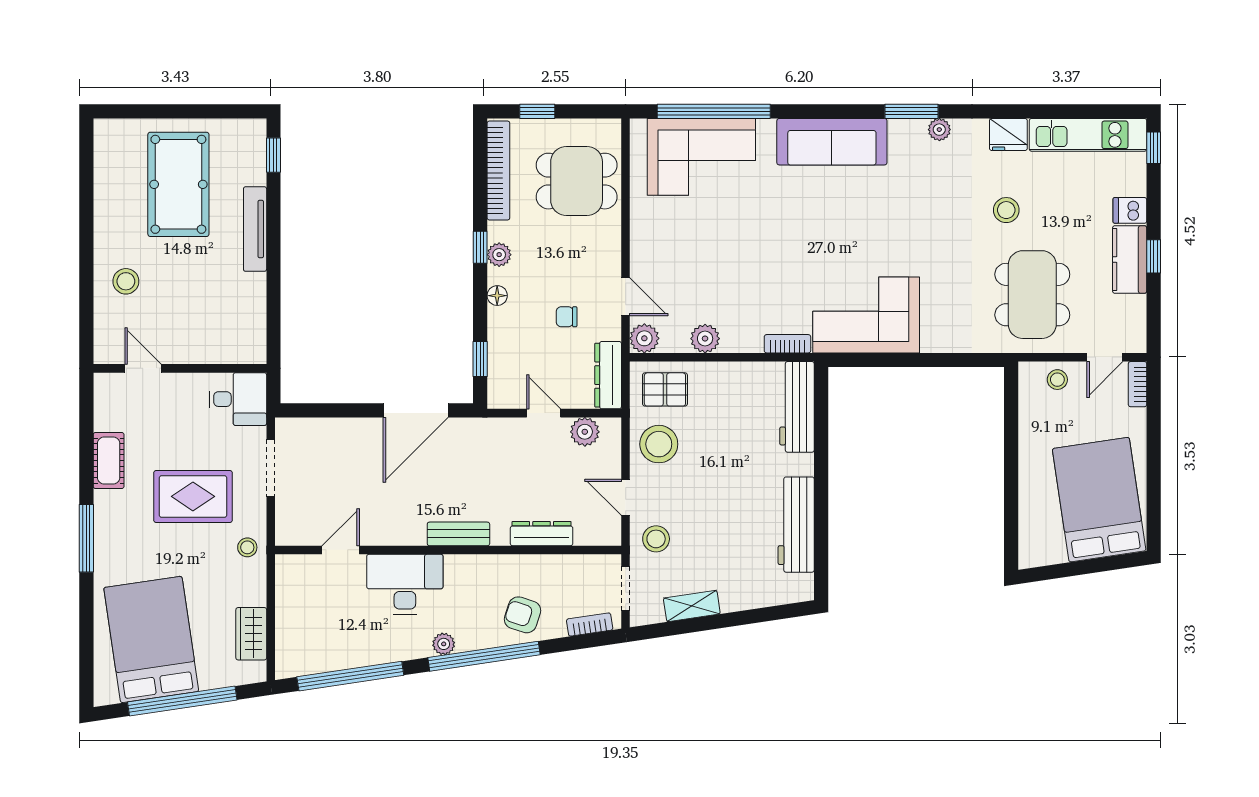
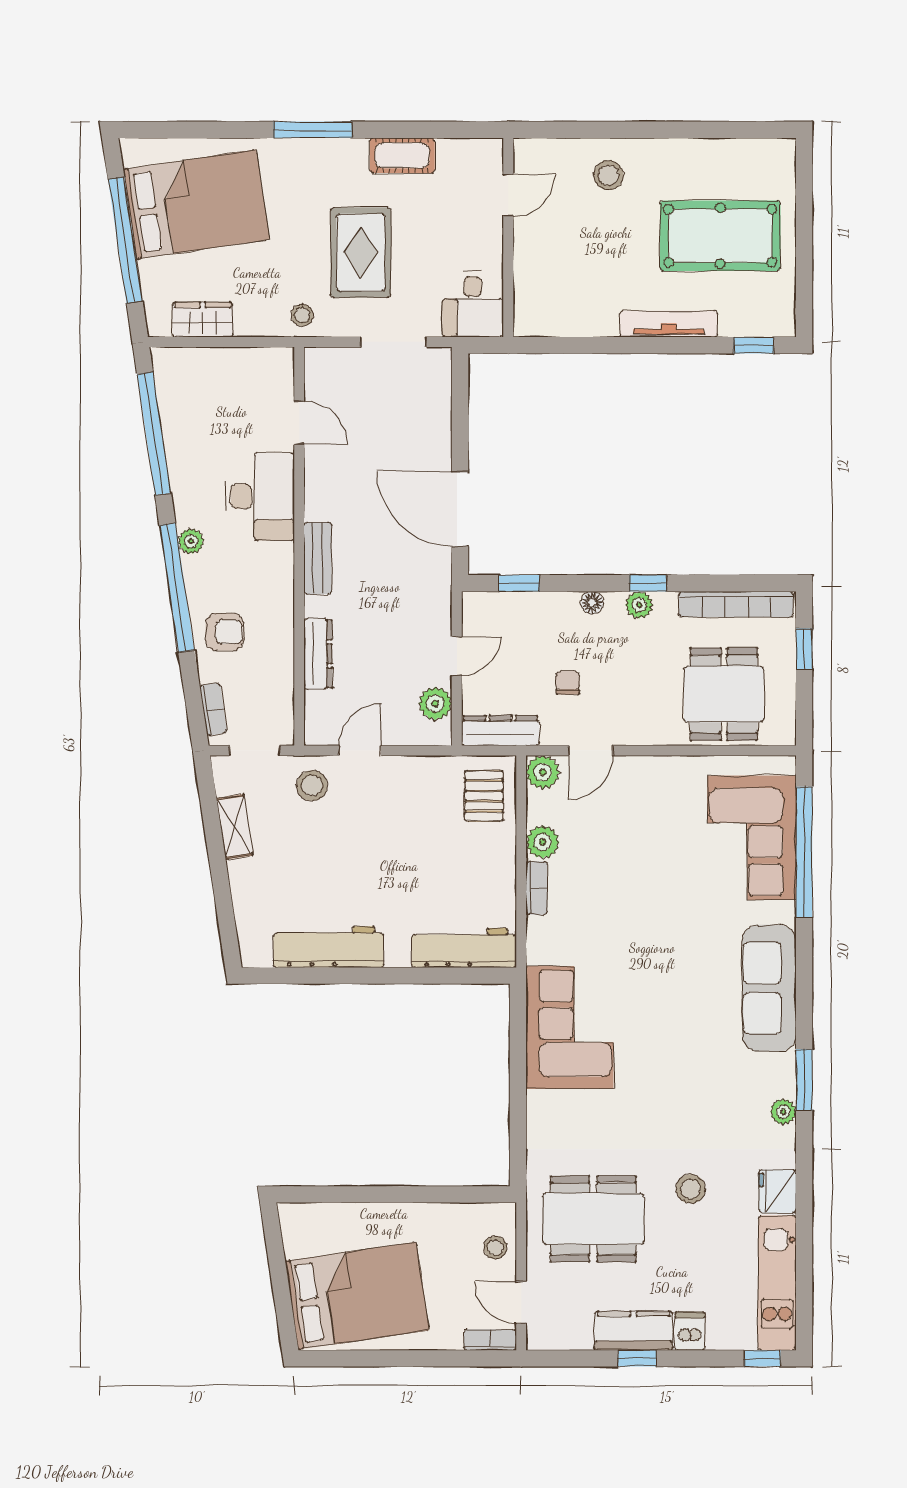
bookcase: (787, 344) -> (537, 888), moved
stool: (659, 444) -> (421, 789), removed
armchair: (522, 615) -> (224, 632), turned 72

